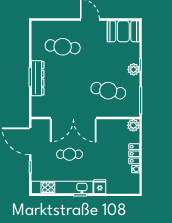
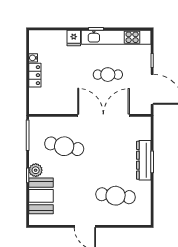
booth: (123, 31) -> (41, 196), moved, turned 90
plant: (133, 125) -> (36, 107), removed

